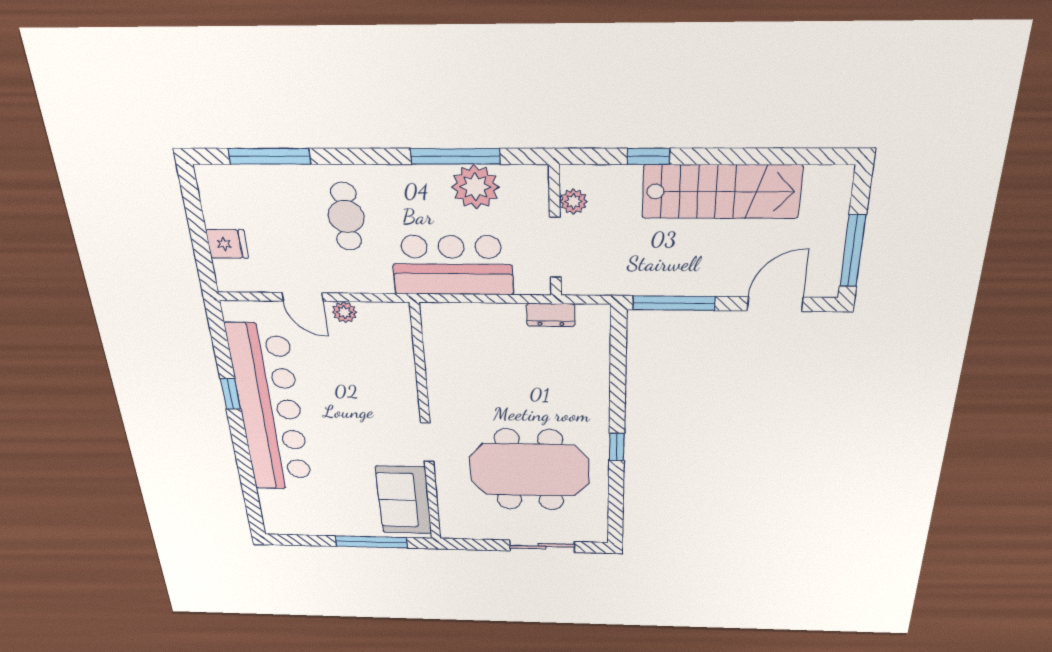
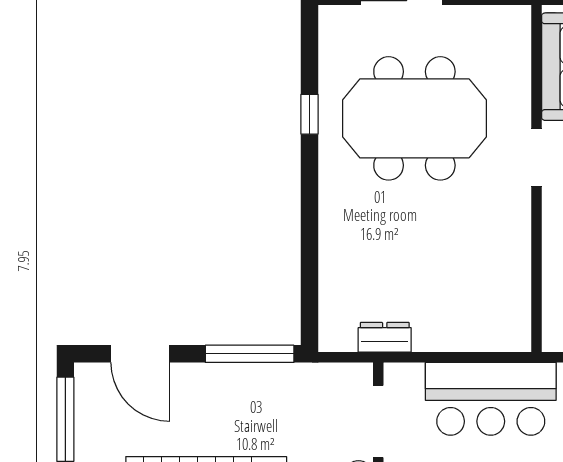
door: (775, 304) -> (140, 354), hinge flipped
window: (617, 447) -> (309, 114), moved

